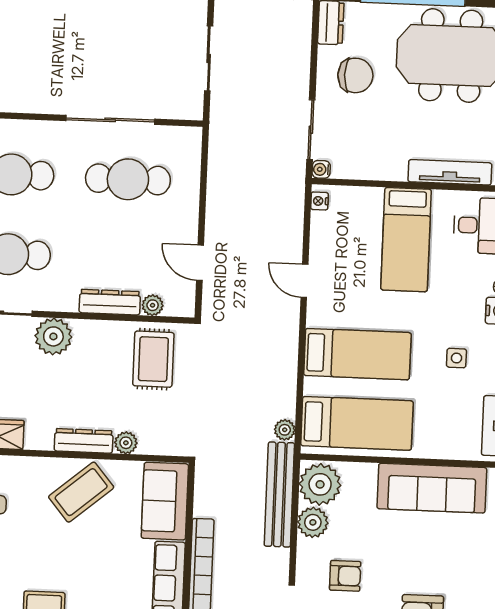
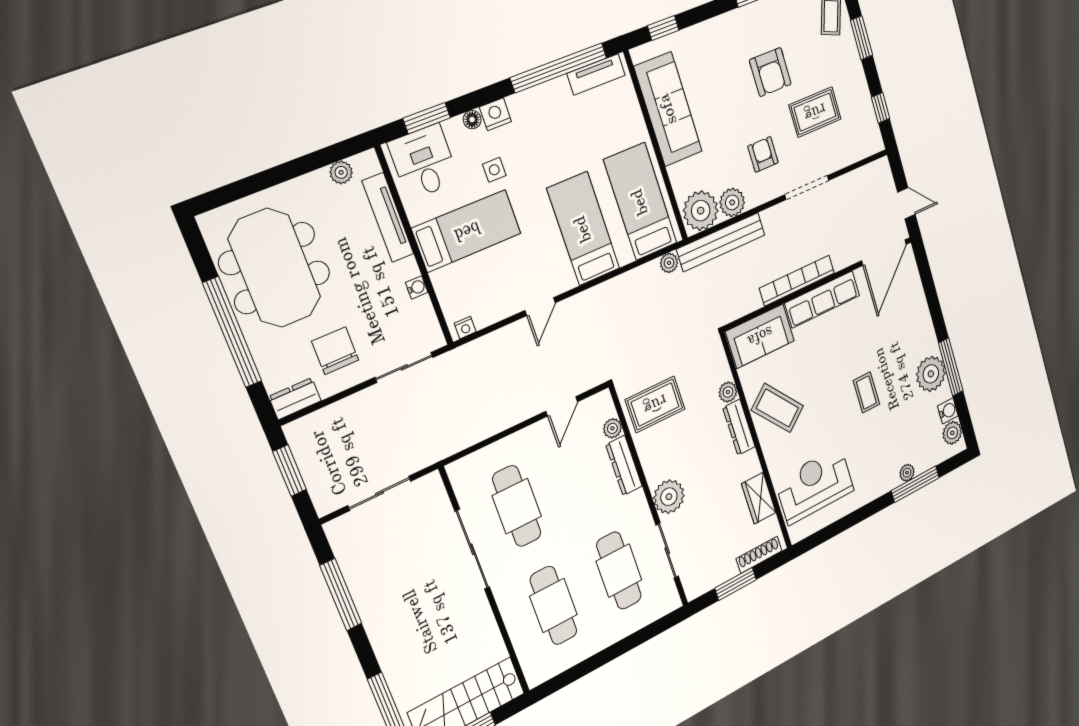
water cooler: (321, 169) -> (417, 287), moved, turned -90
side table: (456, 358) -> (494, 170), moved

